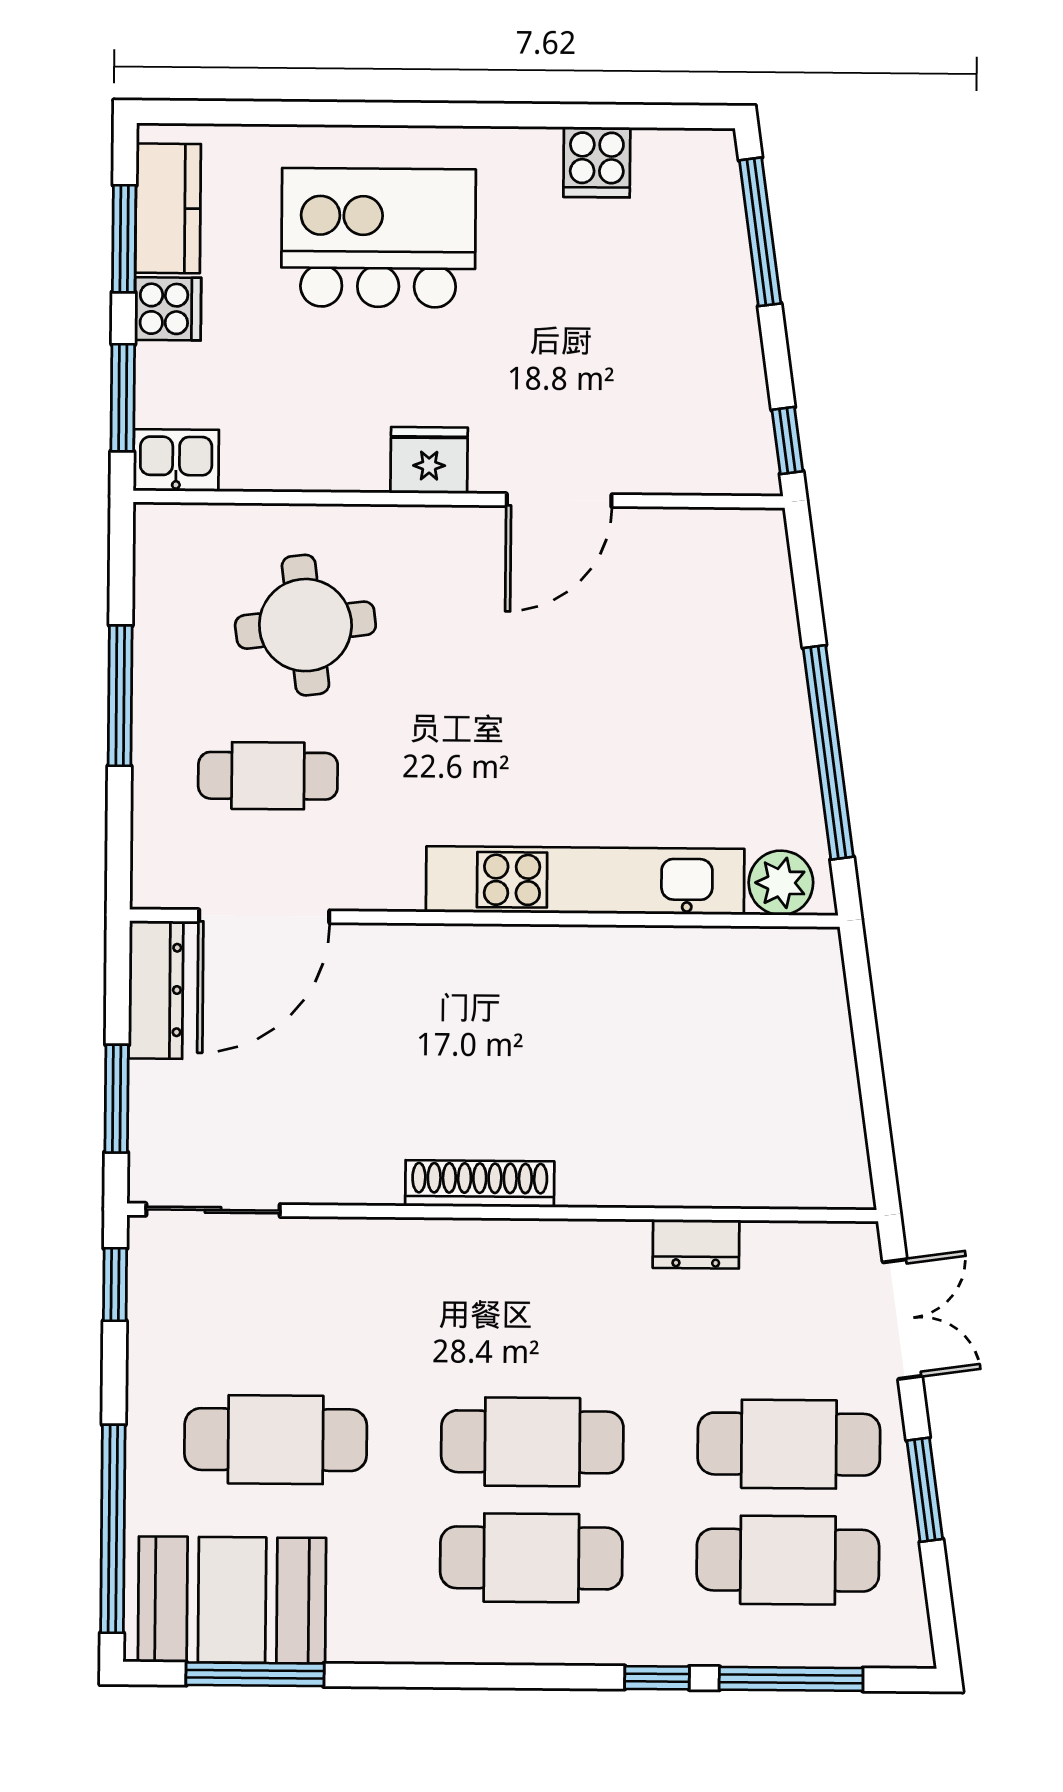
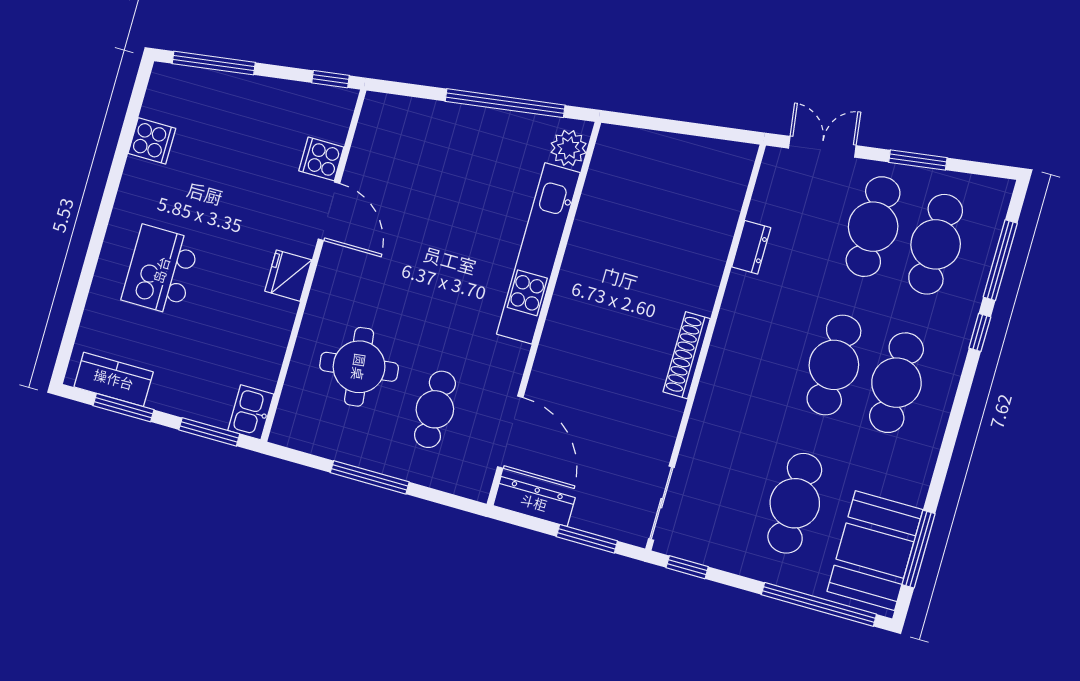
kitchen island: (378, 238) -> (161, 270), width x0.73, depth x0.78
cooker: (168, 309) -> (321, 159), moved, turned -90

